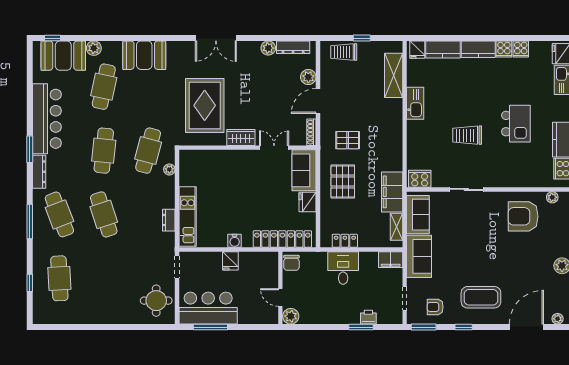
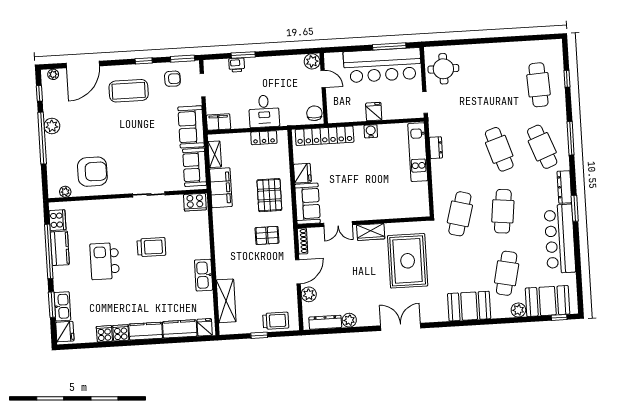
plant: (169, 169) -> (438, 197), removed
bar counter: (208, 308) -> (382, 65), width x1.36

